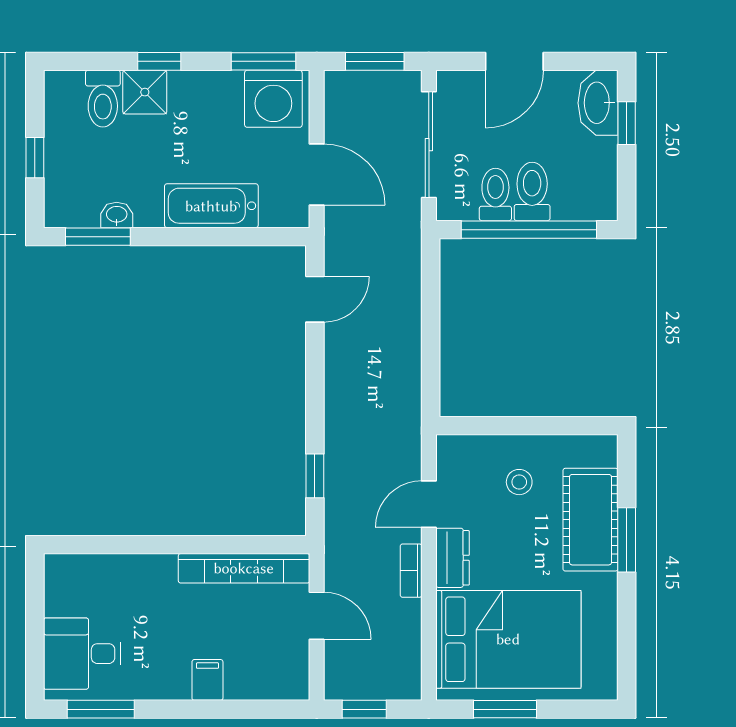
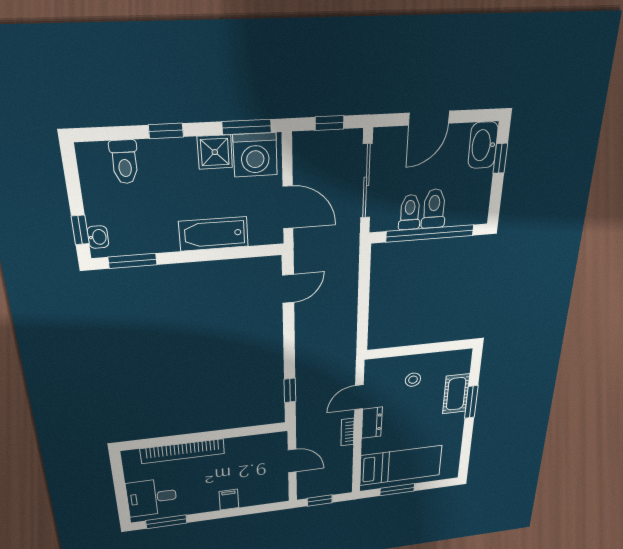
window: (375, 61) -> (329, 123), width x0.67
shower: (145, 92) -> (215, 152), moved
window: (35, 158) -> (80, 230), moved
washbasin: (117, 215) -> (98, 237), moved, turned 90
cot: (590, 520) -> (456, 394), width x0.73, depth x0.75
bookcase: (244, 568) -> (183, 451), moved
bed: (508, 639) -> (401, 465), width x0.67

